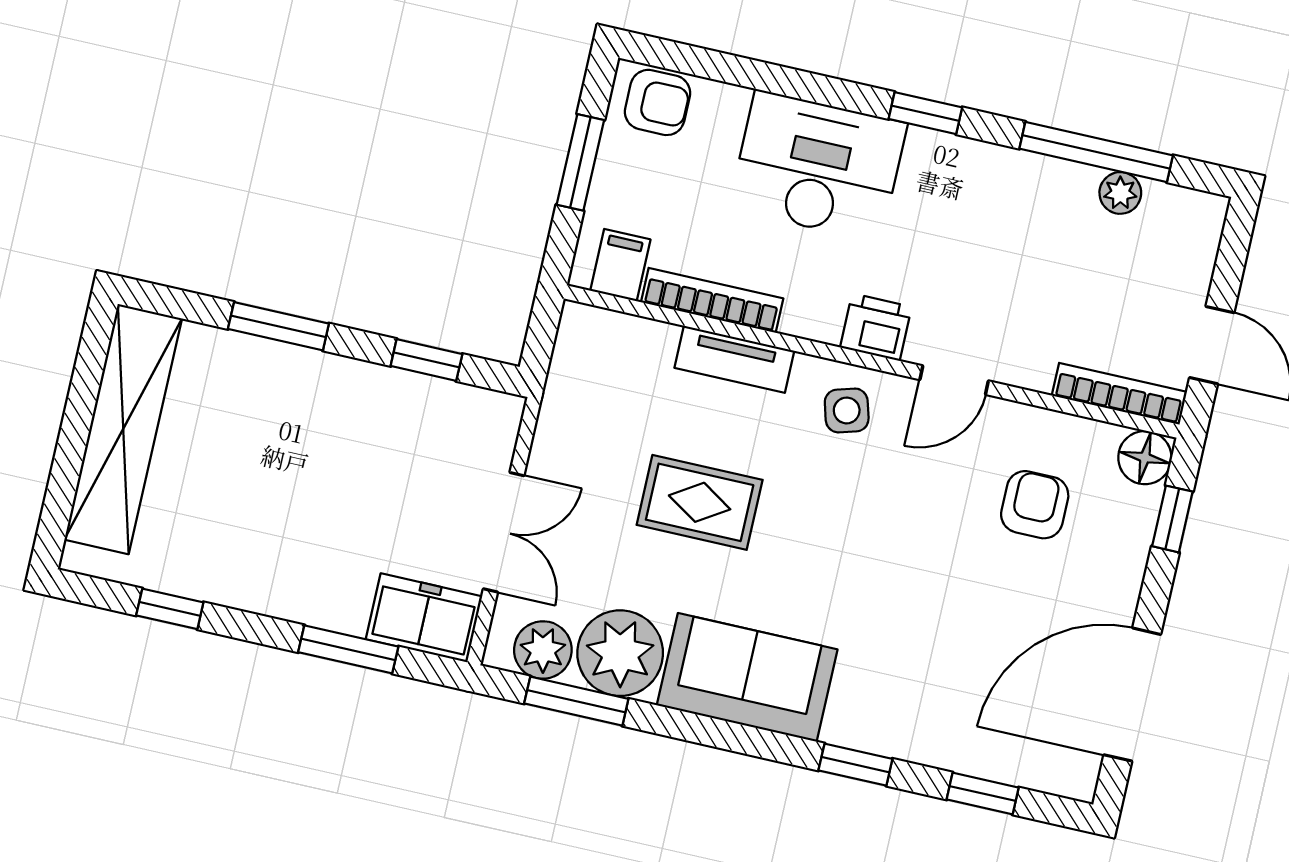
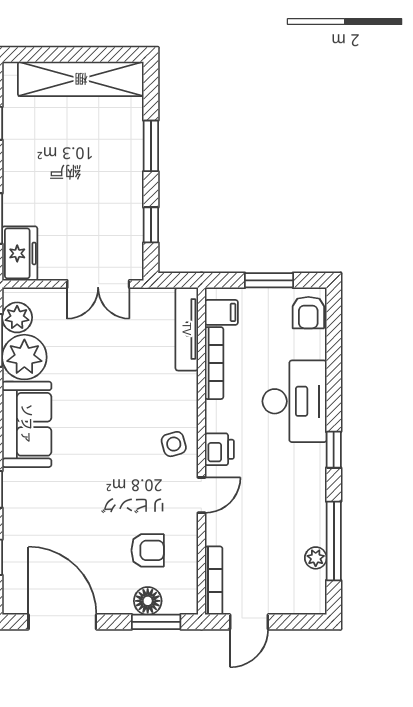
tv unit: (734, 359) -> (187, 329), moved, width x1.41
door: (954, 380) -> (201, 495), swing flipped
floor lamp: (1145, 458) -> (148, 601), moved
rug: (700, 502) -> (110, 380), removed
window: (1172, 519) -> (156, 622), width x1.50
double door: (504, 532) -> (98, 284), moved

